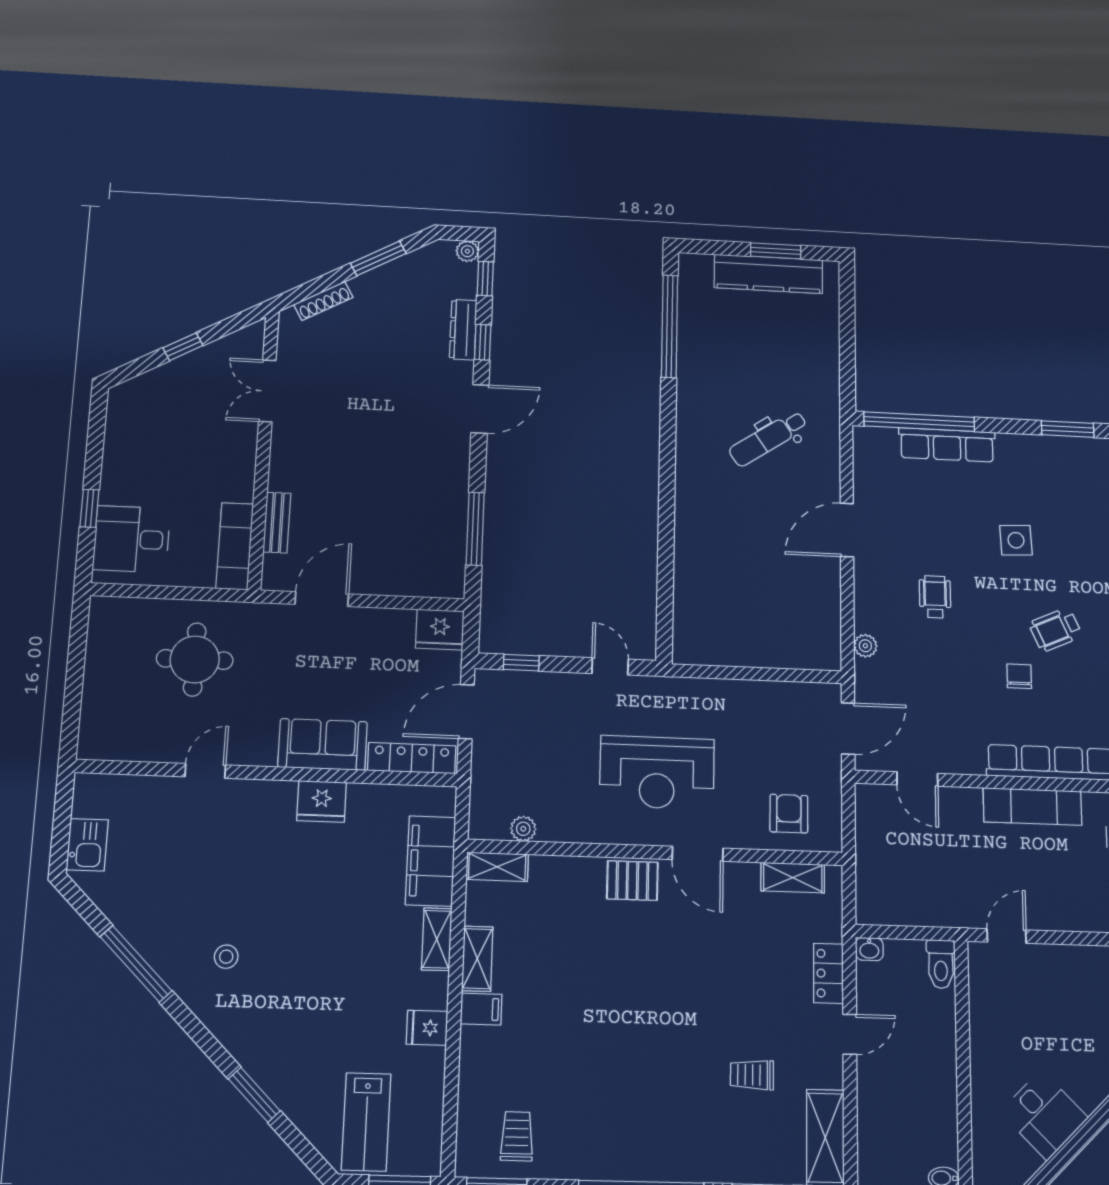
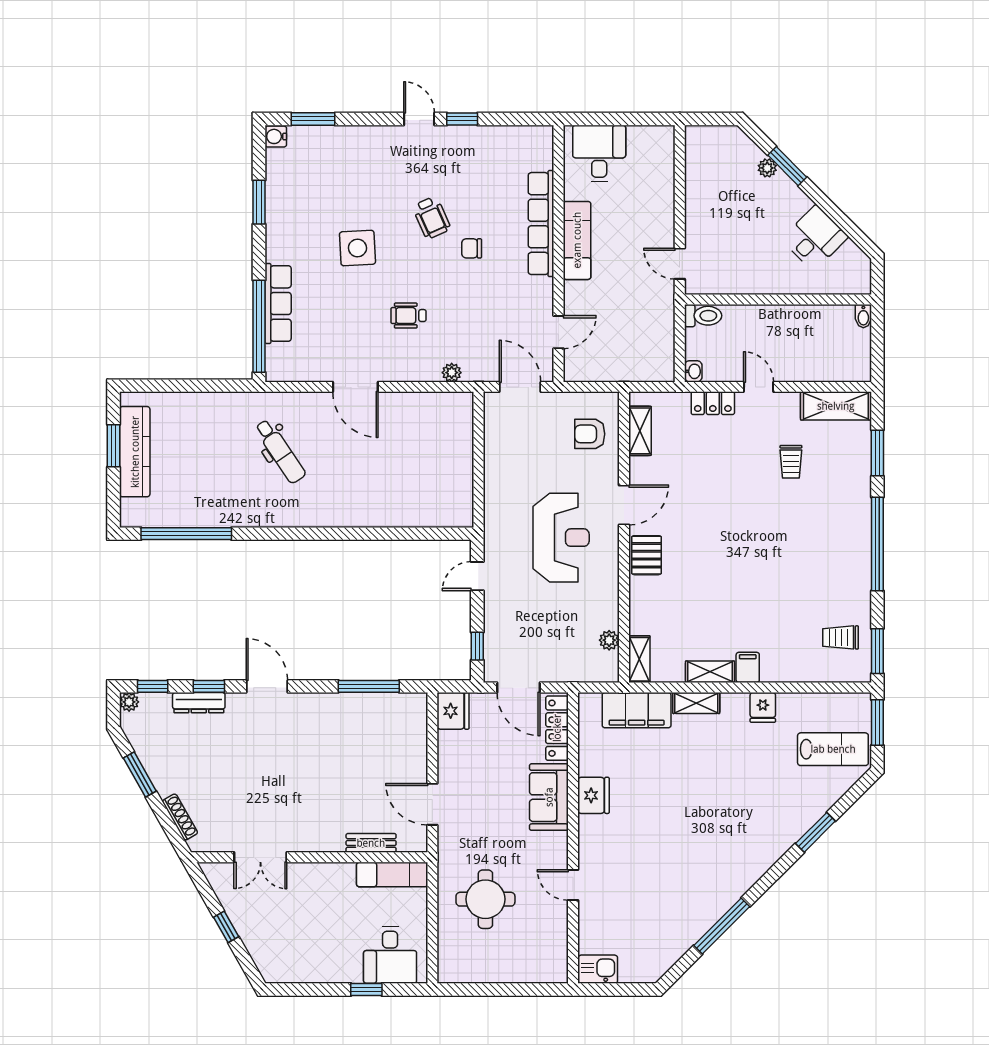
side table: (1016, 540) -> (357, 248), width x1.37, depth x1.37
kitchen sink: (87, 845) -> (598, 969), moved
stool: (226, 957) -> (714, 860), removed

